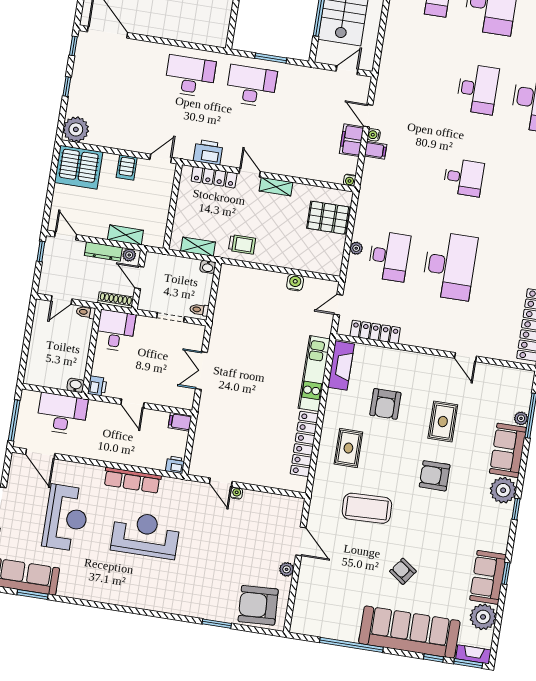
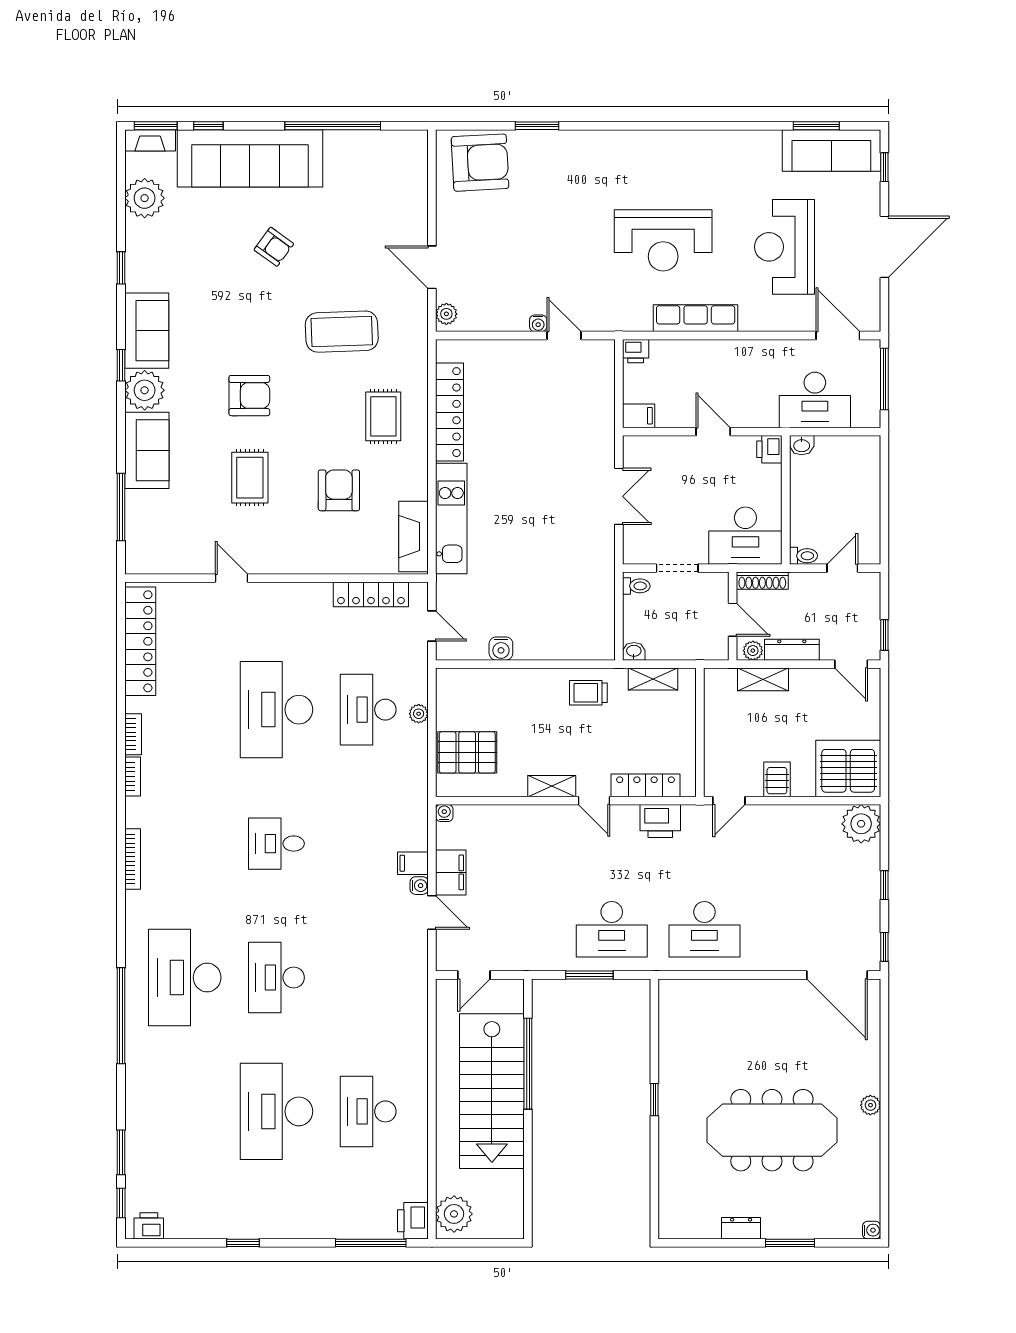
door: (338, 305) -> (432, 626), hinge flipped
desk: (116, 331) -> (745, 536), width x1.37
plant: (521, 418) -> (135, 501), removed
plant: (287, 569) -> (446, 314), moved
sofa: (488, 577) -> (147, 331), moved

